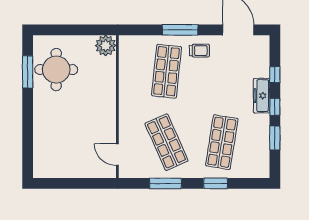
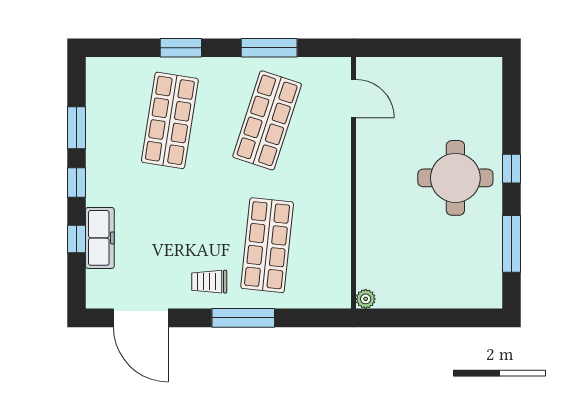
plant: (106, 46) -> (366, 299), width x0.53, depth x0.53
round table: (56, 70) -> (455, 178), moved
freezer: (262, 96) -> (100, 238), moved
window: (28, 115) -> (511, 169), added
shop shelf: (167, 142) -> (267, 120), turned 42

